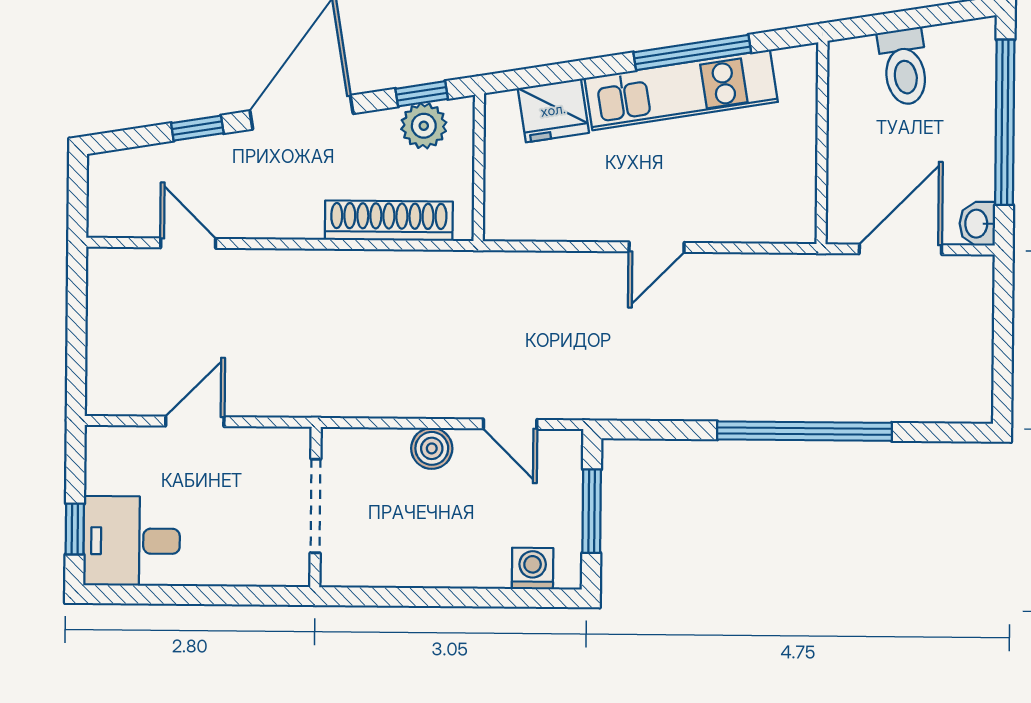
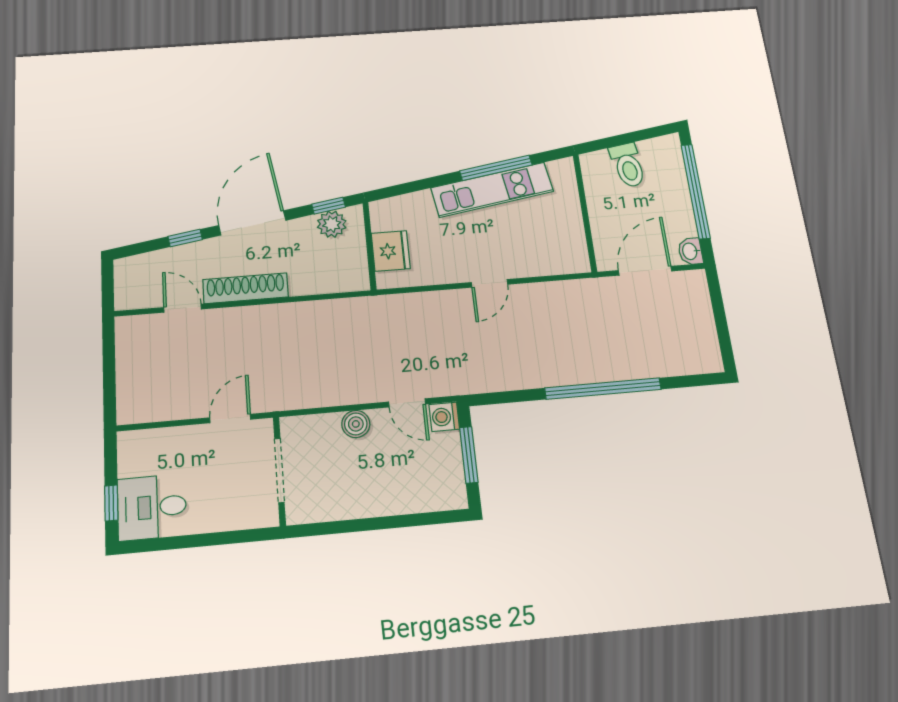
fridge: (553, 110) -> (391, 251), moved, turned -81
shoe rack: (389, 221) -> (246, 288), moved
door: (195, 421) -> (230, 419), moved
washing machine: (533, 568) -> (444, 417), moved, turned -90

